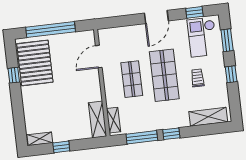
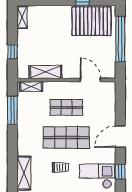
door: (156, 17) -> (120, 137), hinge flipped
shelving: (98, 119) -> (45, 72), moved
window: (171, 134) -> (12, 138), removed
window: (61, 147) -> (12, 52), moved

